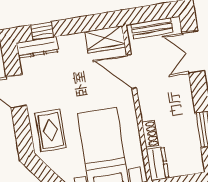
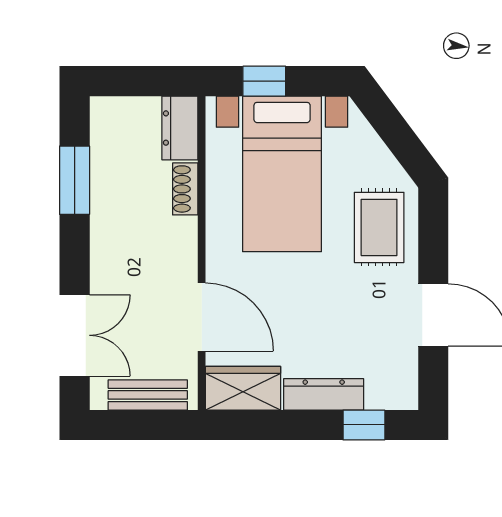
dresser: (37, 47) -> (324, 394), moved

